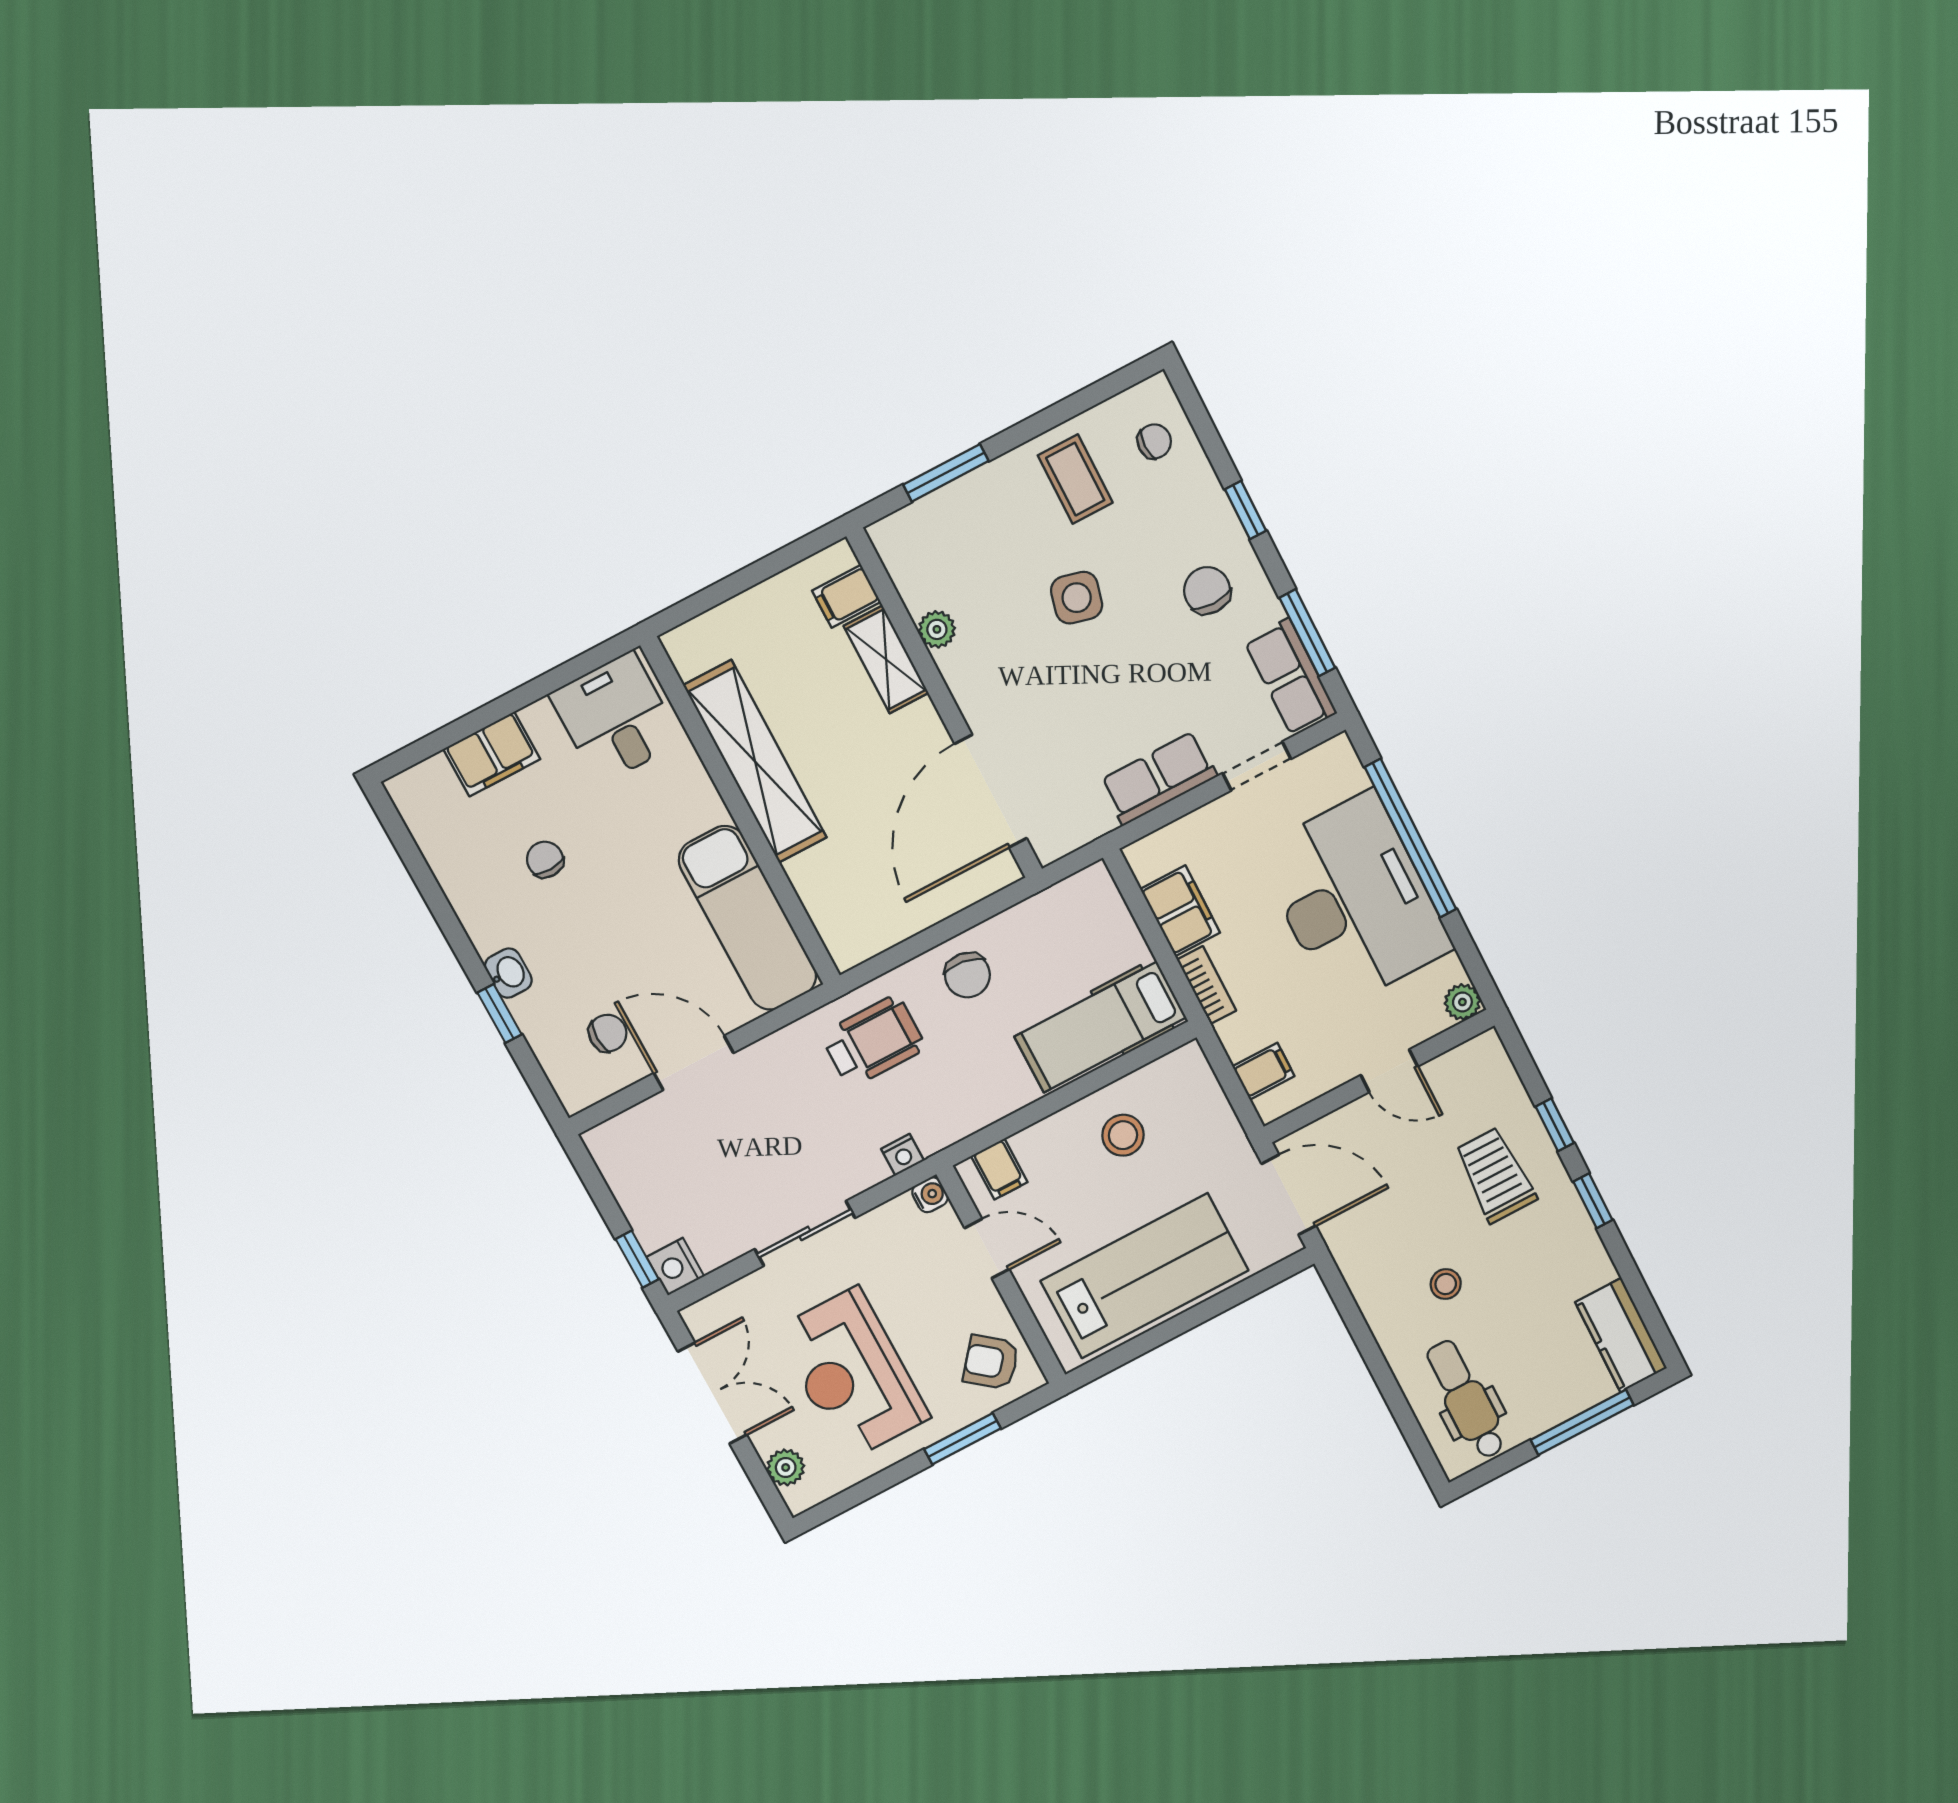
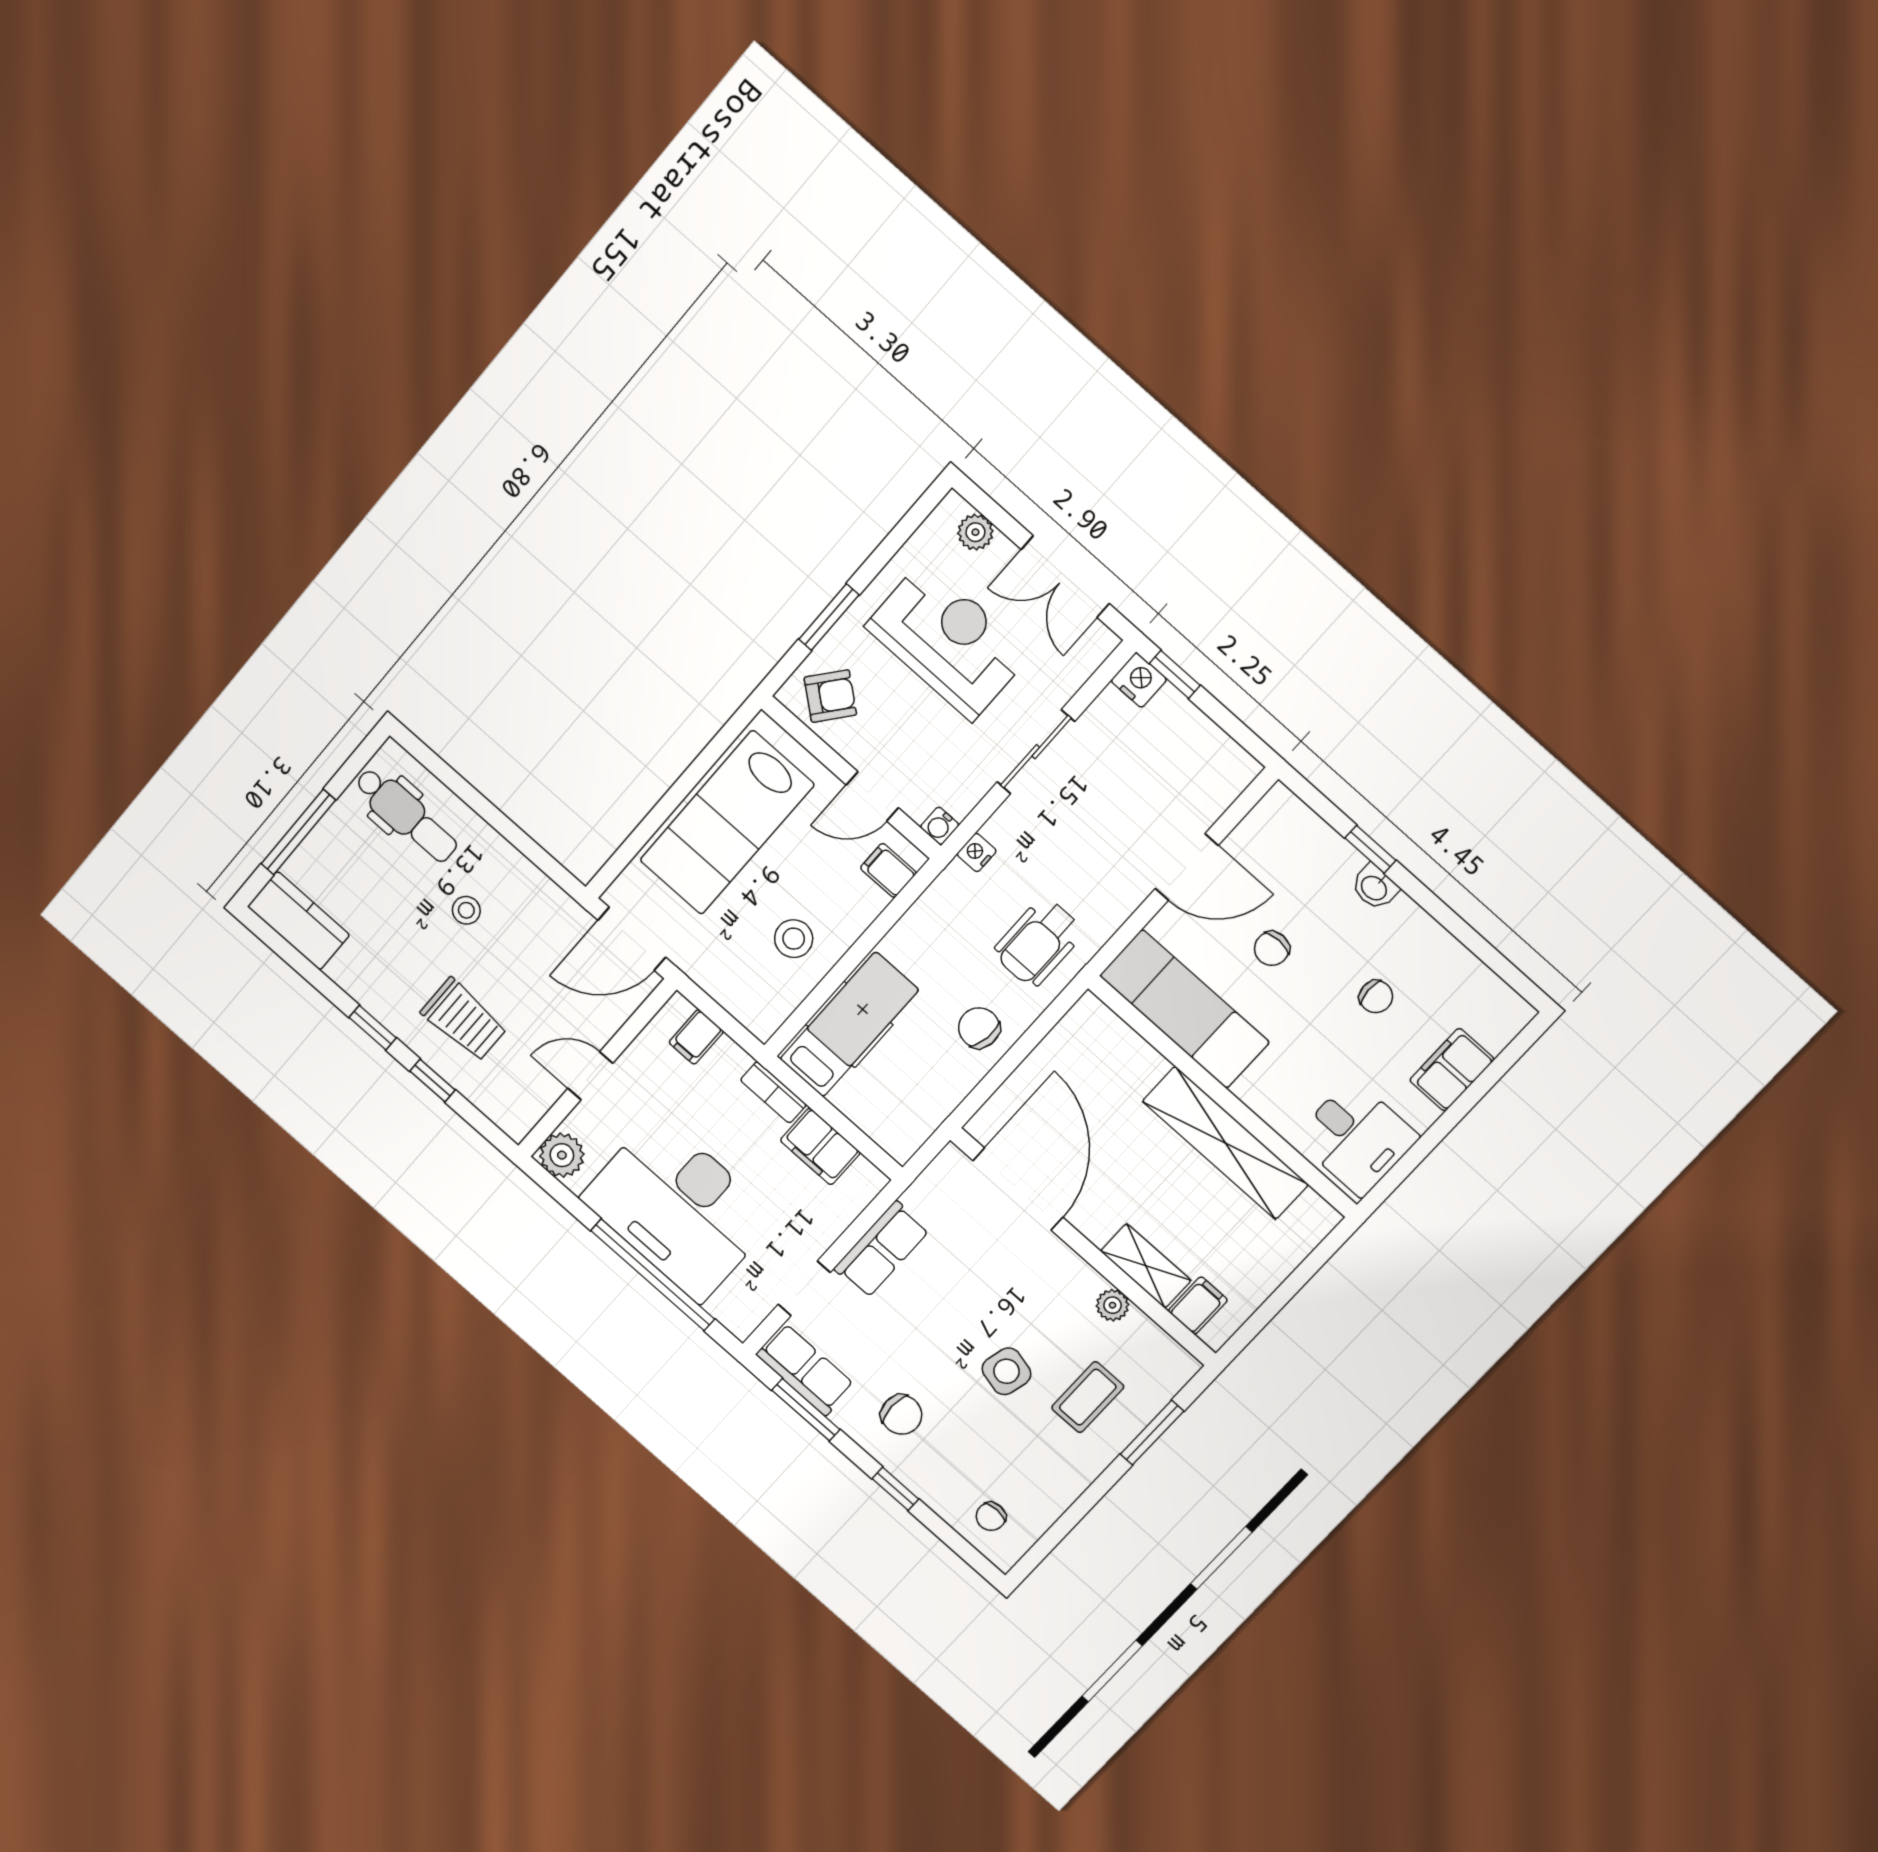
coffee table: (1075, 479) -> (1088, 1397), moved, turned 90
plant: (1462, 1002) -> (562, 1155), width x1.38, depth x1.38
chair: (608, 1033) -> (1272, 949), moved

